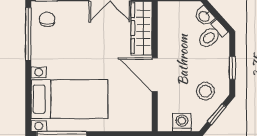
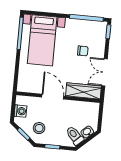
chair: (47, 19) -> (83, 51), moved
door: (155, 75) -> (53, 97), hinge flipped

